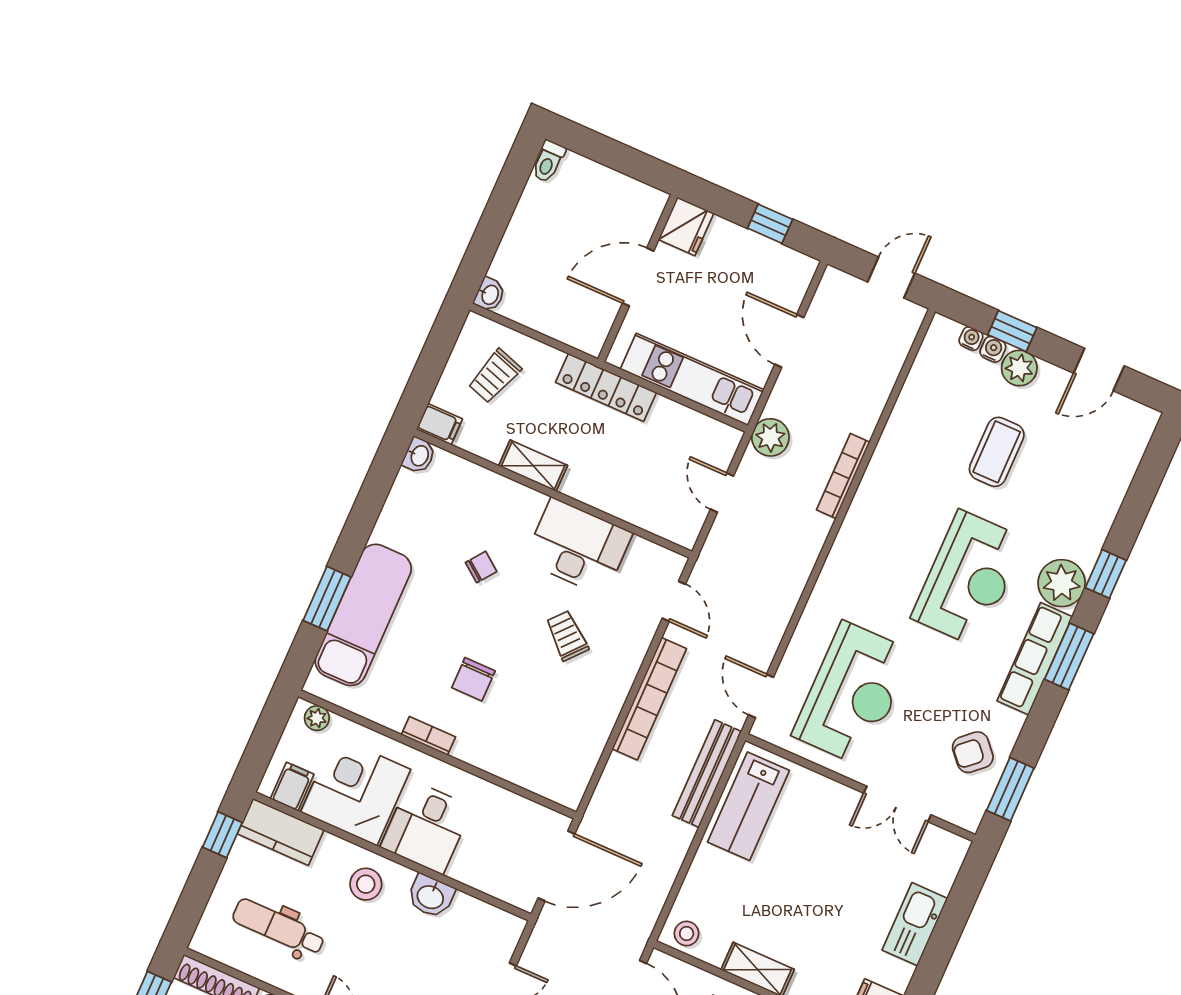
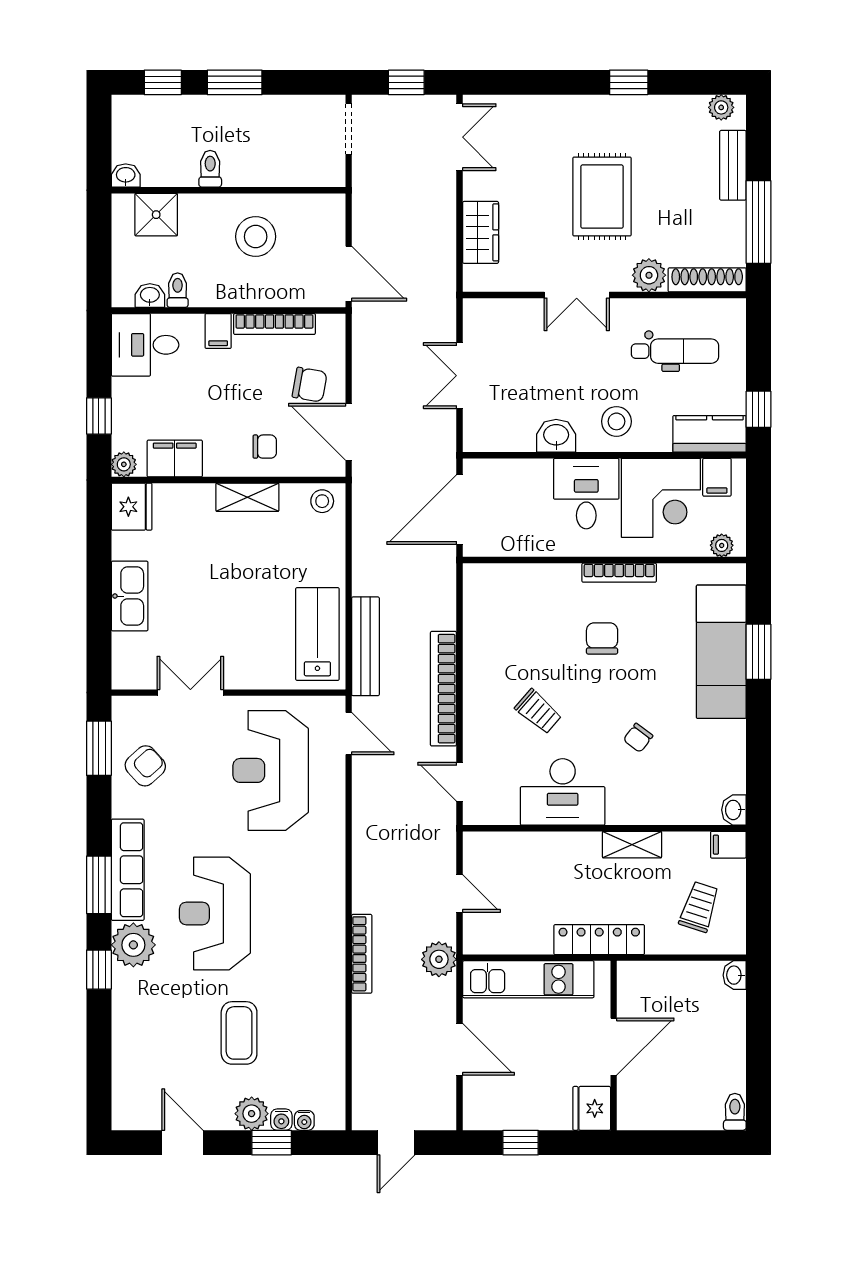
door: (1099, 370) -> (183, 1143), hinge flipped
bookcase: (428, 736) -> (619, 573), width x1.56

